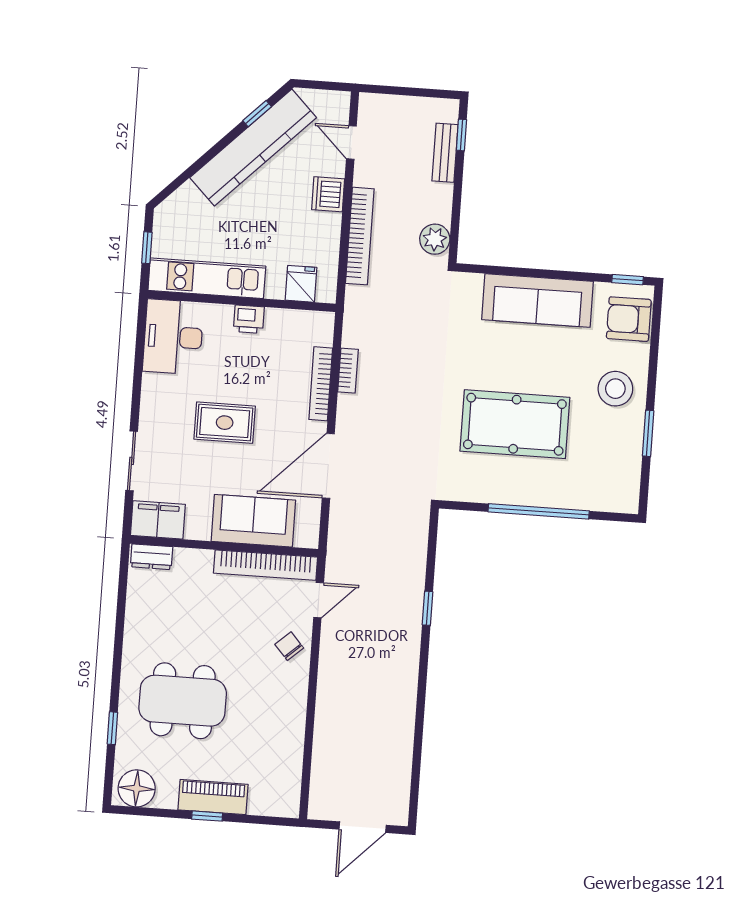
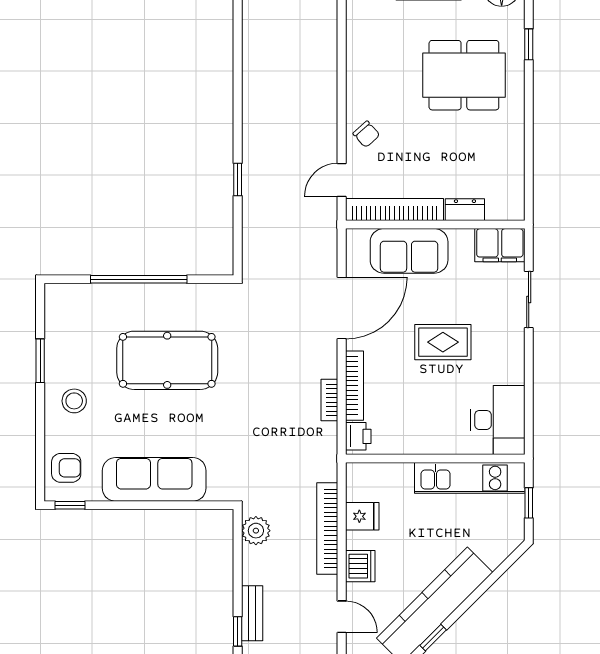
fridge: (301, 284) -> (362, 516), moved, turned -90
printer: (249, 319) -> (358, 436), moved, turned 90
armchair: (629, 319) -> (66, 468), width x0.72, depth x0.72
stool: (615, 389) -> (74, 401), width x0.73, depth x0.73
dresser: (152, 557) -> (465, 210), moved

